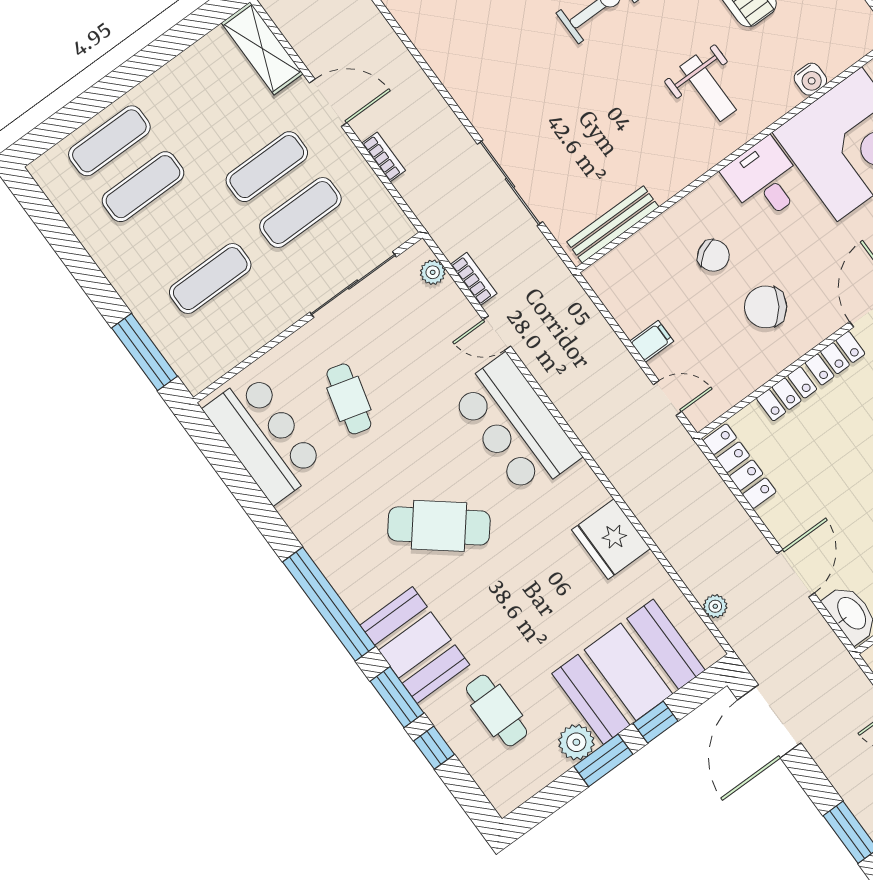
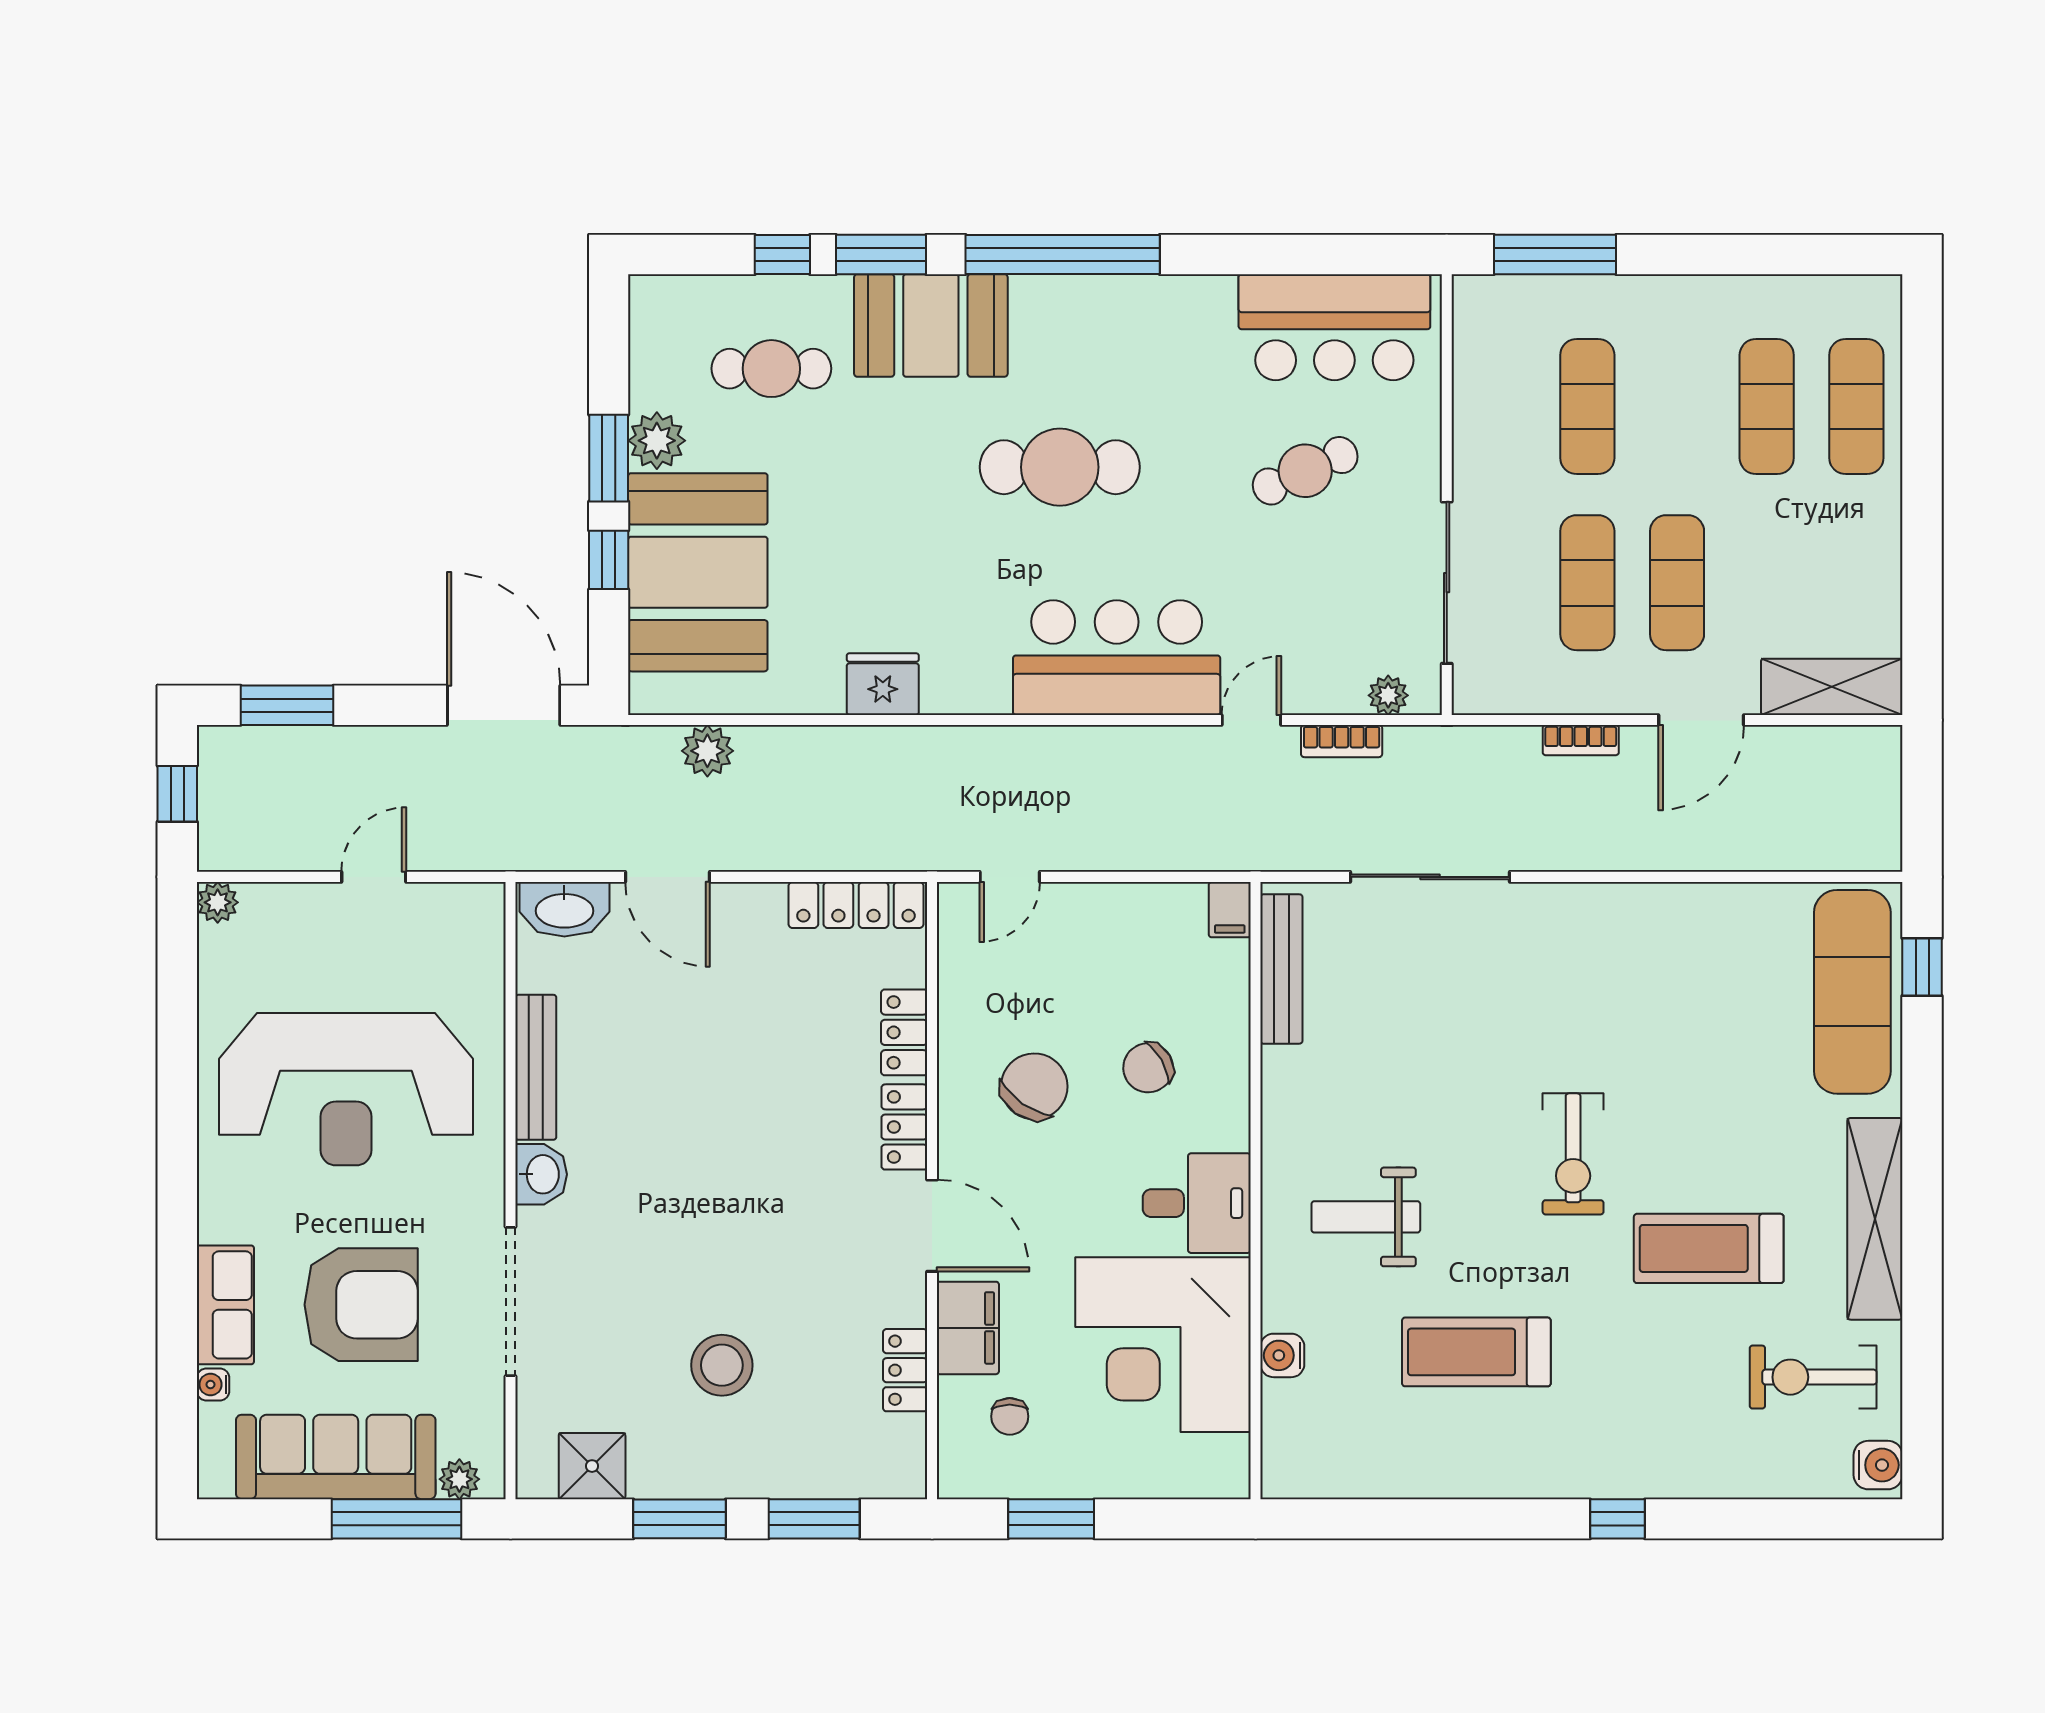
filing cabinet: (652, 341) -> (1230, 910), moved
cafe table: (349, 399) -> (1305, 471), turned -39
cafe table: (439, 526) -> (1060, 467), turned 51
fridge: (611, 539) -> (883, 684), width x0.73, depth x0.75
plant: (715, 606) -> (707, 751), width x1.38, depth x1.38

